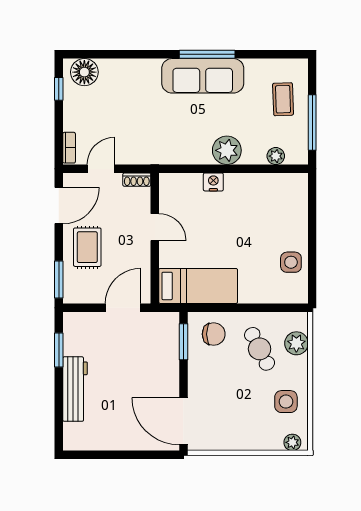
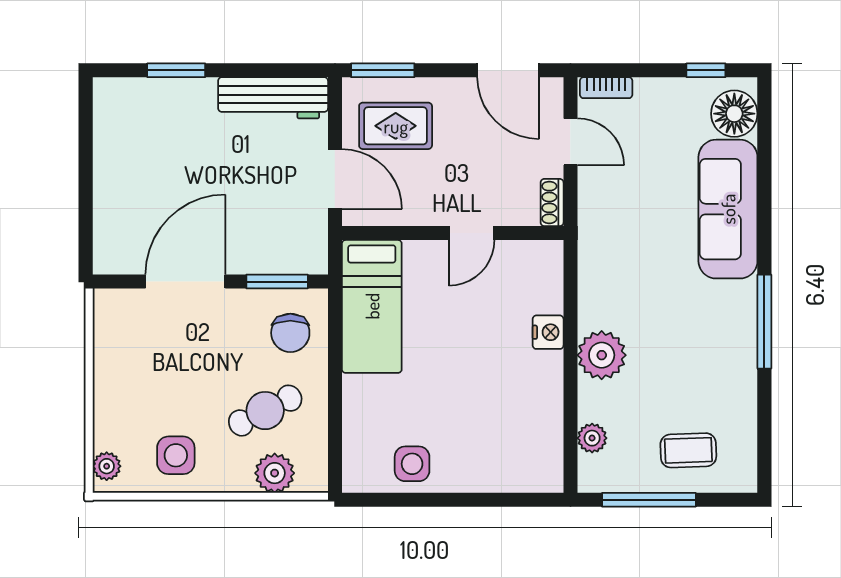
sofa: (203, 76) -> (728, 209), moved
rug: (87, 247) -> (396, 126), moved
window: (59, 350) -> (176, 70), moved
workbench: (75, 389) -> (273, 98), moved
door: (183, 421) -> (185, 282), moved

